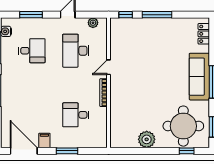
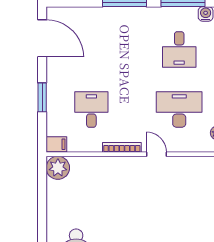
plant: (147, 139) -> (58, 168), moved
filing cabinet: (44, 140) -> (56, 144), moved
door: (24, 151) -> (42, 38), hinge flipped

